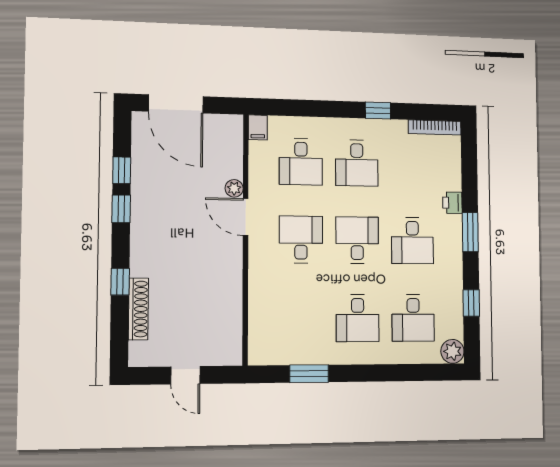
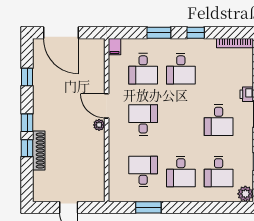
window: (324, 109) -> (159, 33), added
plant: (234, 188) -> (99, 125), moved
window: (121, 209) -> (27, 123), moved
desk: (357, 240) -> (143, 172), moved
shoe rack: (138, 309) -> (39, 151), moved

